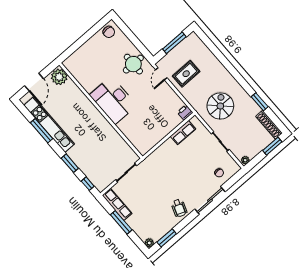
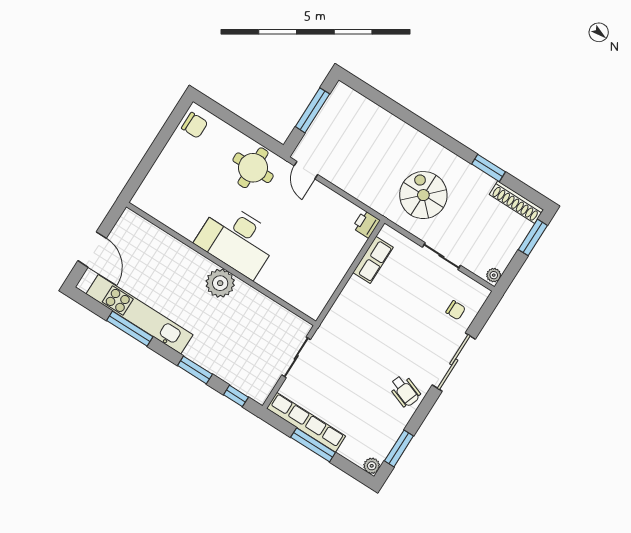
rug: (186, 74) -> (348, 157), removed
plant: (59, 77) -> (220, 283), moved
row of seats: (117, 204) -> (306, 422), width x1.36

